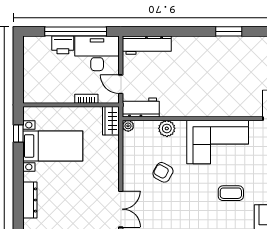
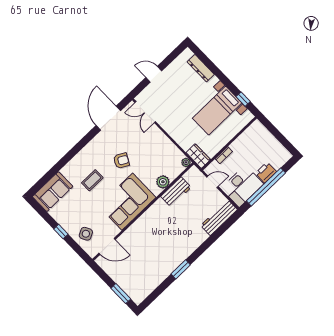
workbench: (141, 108) -> (176, 192), moved
armchair: (163, 172) -> (121, 161), moved

